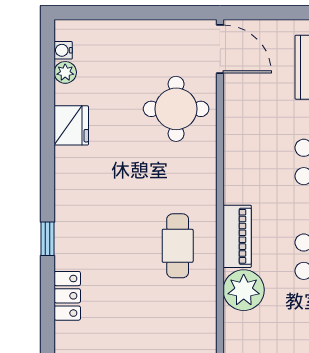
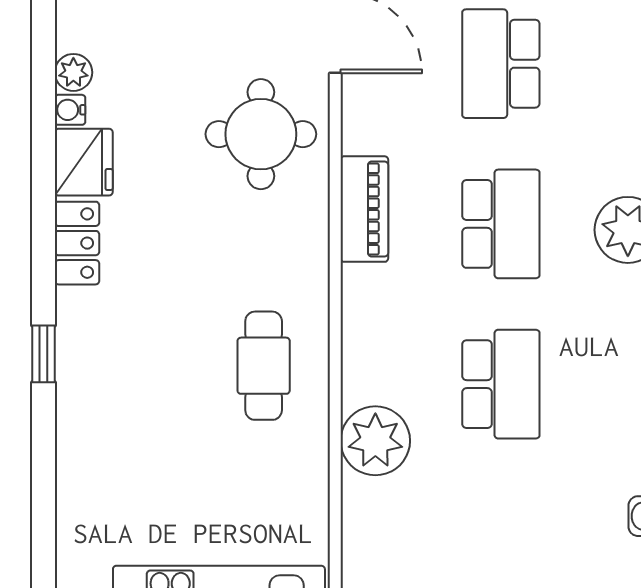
water cooler: (63, 50) -> (70, 110), moved
piano: (237, 236) -> (364, 209), moved
locker: (67, 296) -> (77, 243), moved

